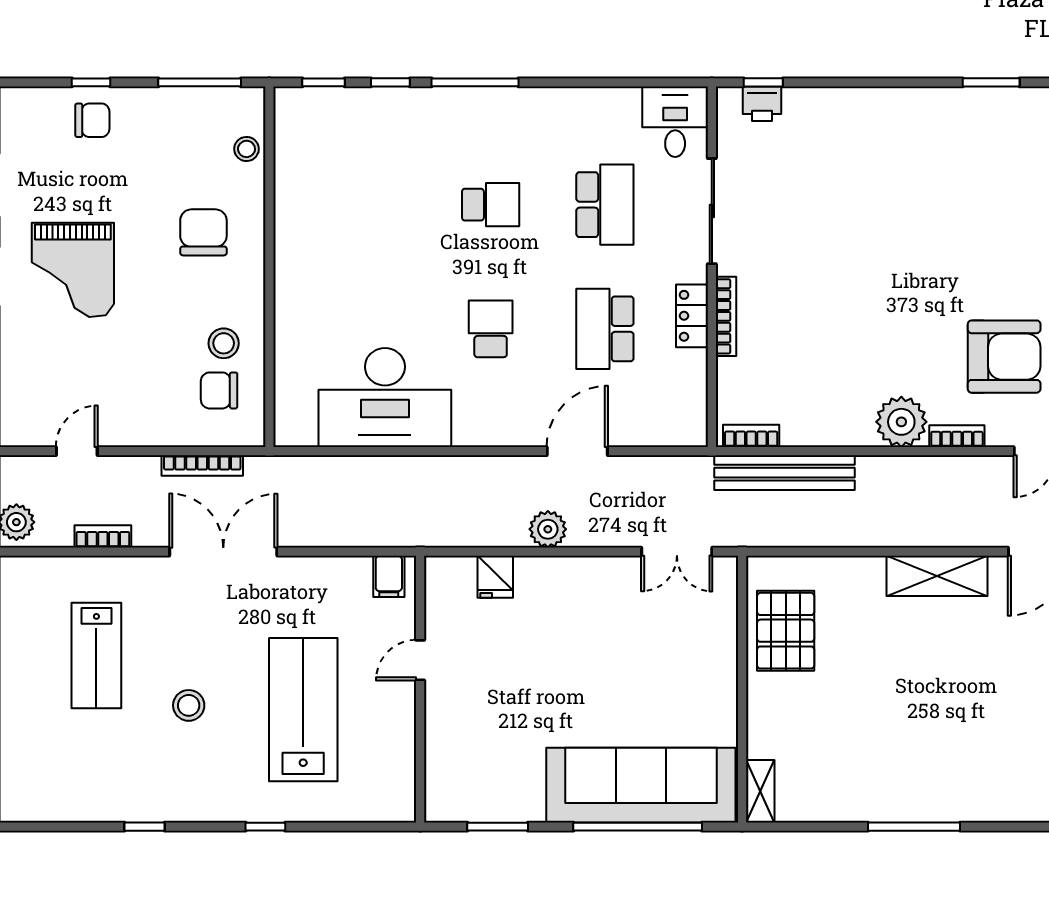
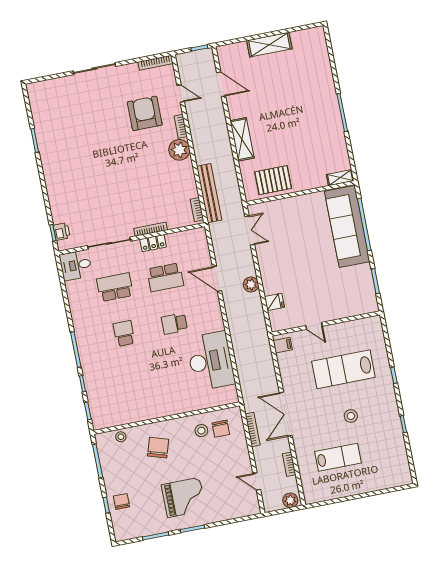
chair: (203, 232) -> (158, 448), turned 107
shelving: (937, 576) -> (242, 139), moved

